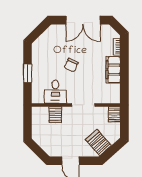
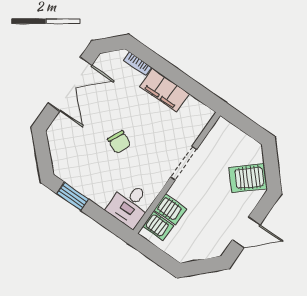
window: (27, 73) -> (73, 196), moved
desk: (55, 92) -> (130, 205), moved, turned 90
server rack: (114, 114) -> (158, 226), moved

